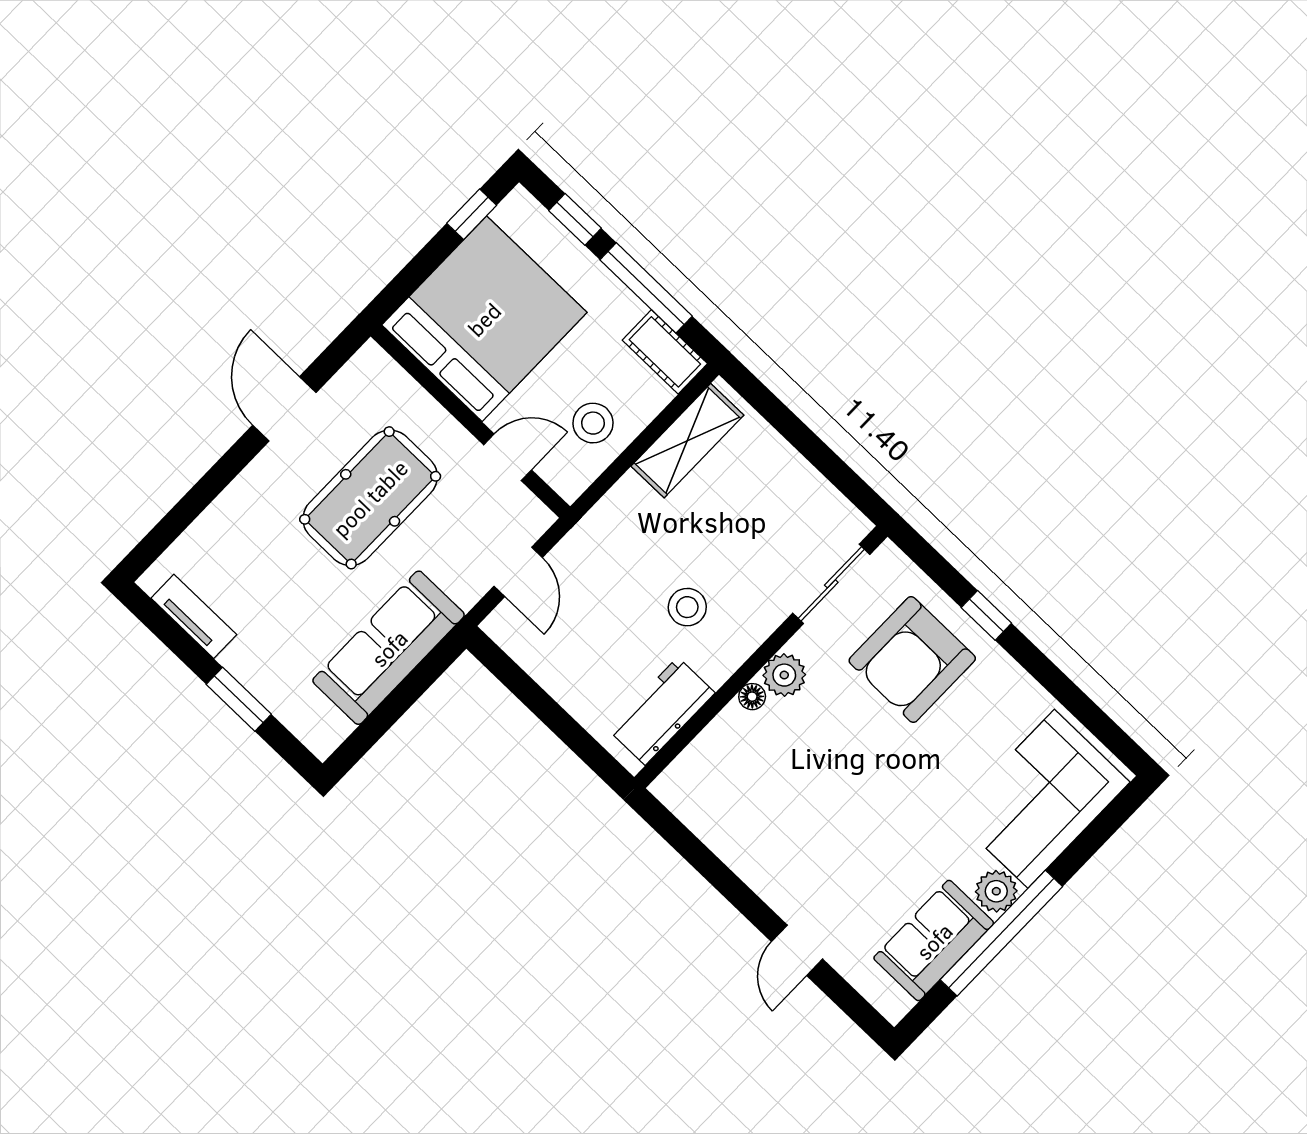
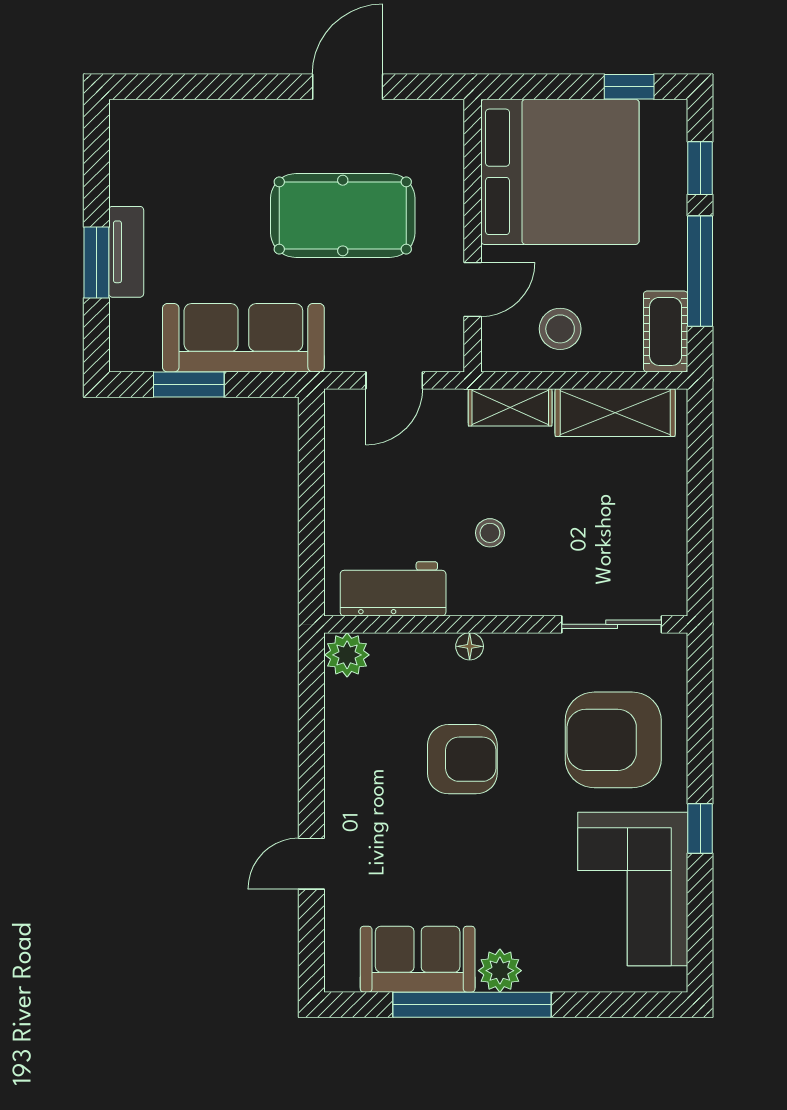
door: (508, 457) -> (473, 289), hinge flipped
shelving: (614, 510) -> (510, 407), added
stool: (687, 607) -> (490, 533), width x0.73, depth x0.73
window: (986, 615) -> (700, 829), moved
tv unit: (194, 616) -> (126, 252), moved
plant: (784, 675) -> (347, 655), moved
window: (384, 716) -> (189, 384), added
armchair: (825, 777) -> (462, 759), added
corner sofa: (1041, 799) -> (633, 889), moved, turned -90

